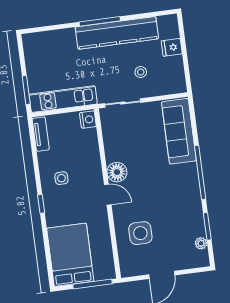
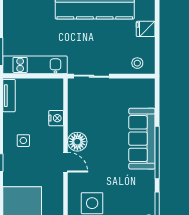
stool: (141, 72) -> (137, 63), moved
nightstand: (88, 120) -> (56, 118), moved
sofa: (179, 131) -> (142, 139), moved

